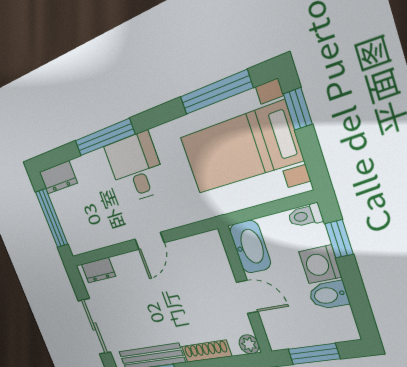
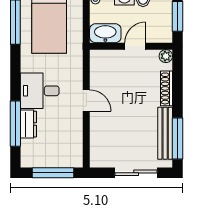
window: (104, 137) -> (15, 124), moved
dresser: (58, 178) -> (28, 124), moved
dresser: (98, 270) -> (97, 150), removed

